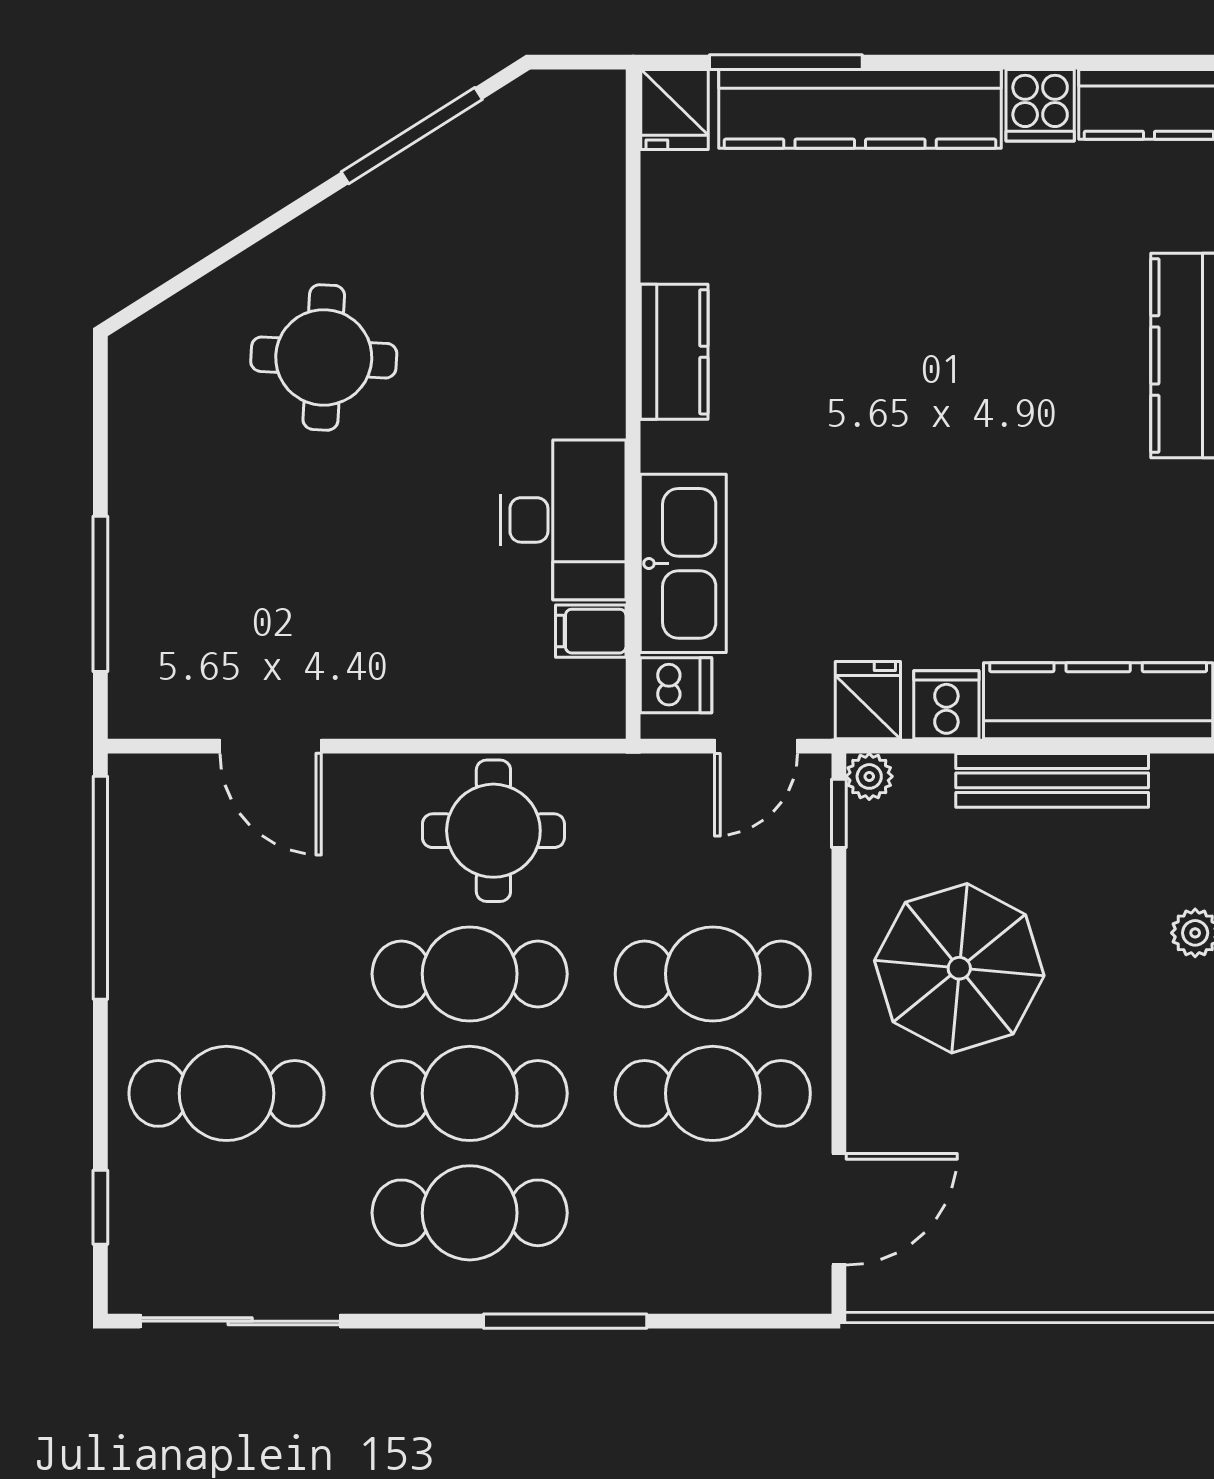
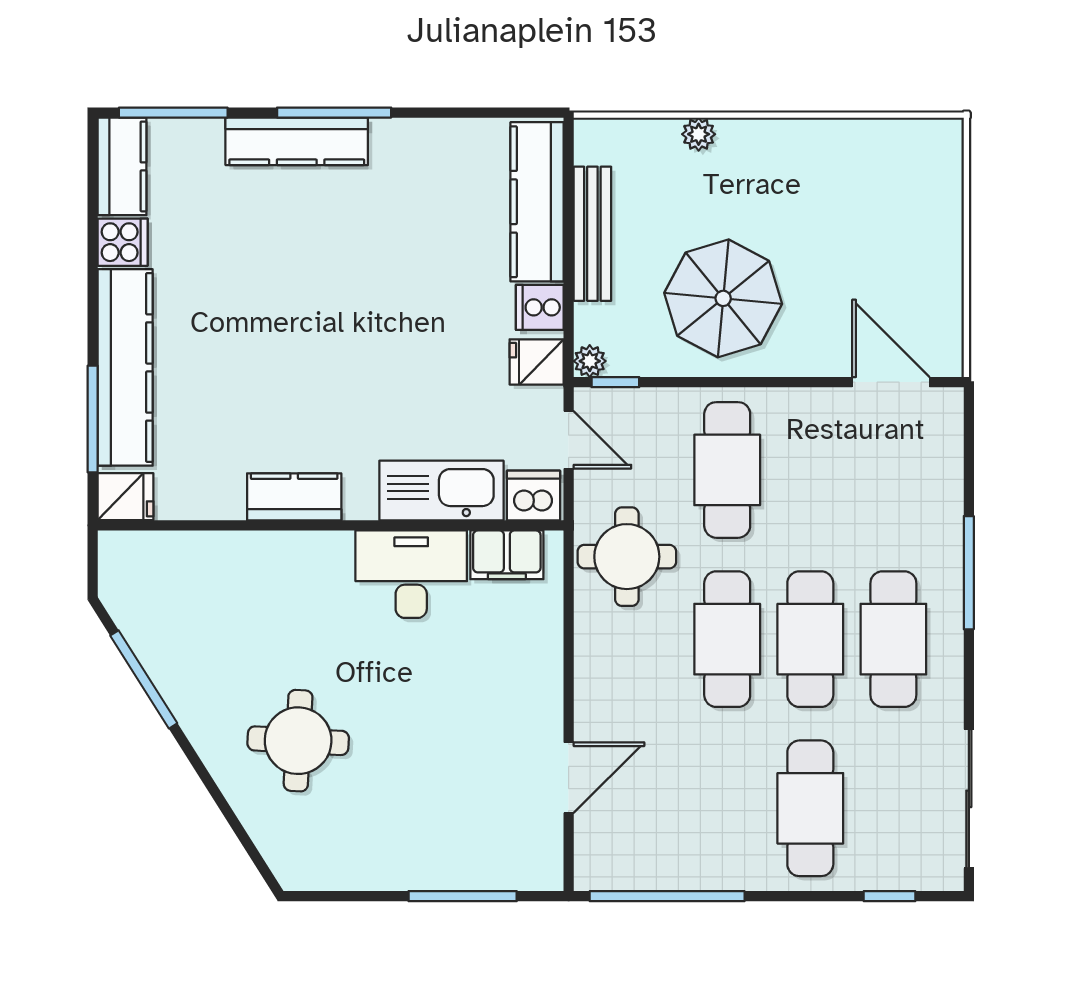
filing cabinet: (591, 631) -> (507, 555), width x2.00
dishwasher: (676, 685) -> (533, 496), width x1.38
round table: (493, 831) -> (627, 557), moved
cafe table: (713, 1093) -> (810, 470), removed

